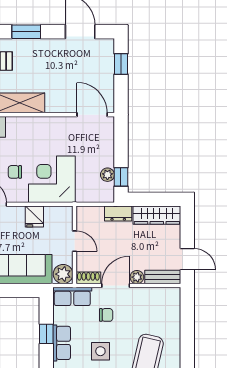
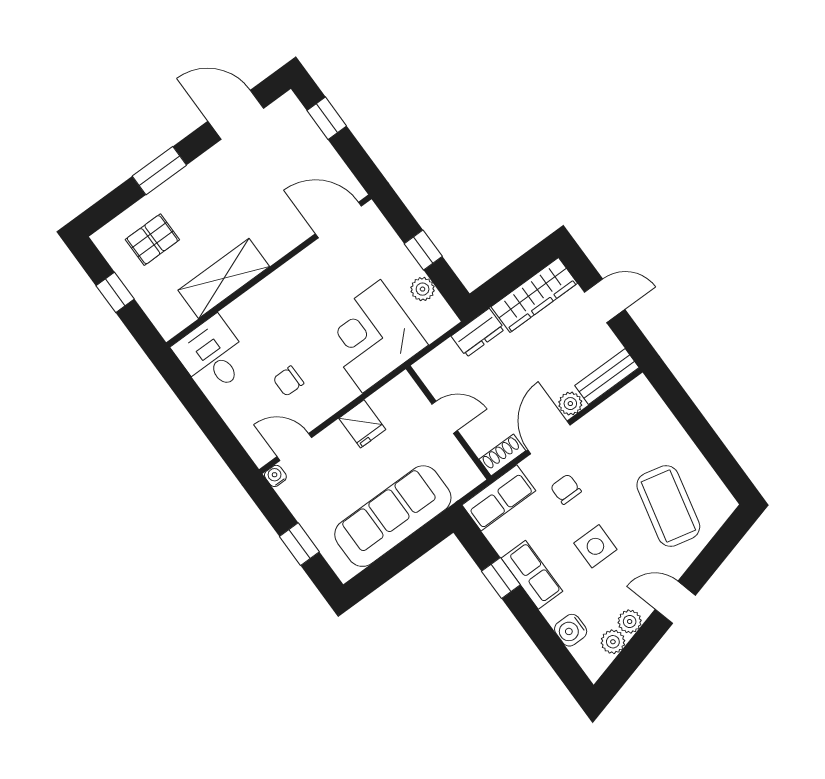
window: (121, 177) -> (423, 250), moved
corner desk: (52, 179) -> (372, 336), moved
door: (187, 259) -> (605, 301), moved
plant: (63, 274) -> (463, 476), removed
chair: (106, 315) -> (566, 489), turned -90

